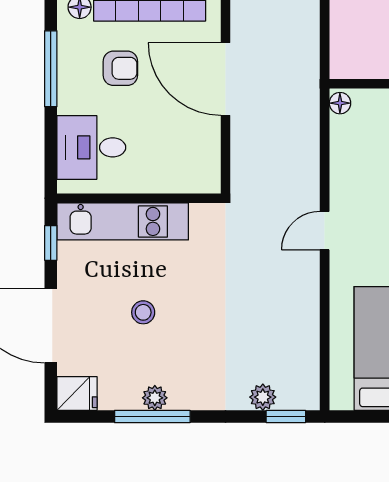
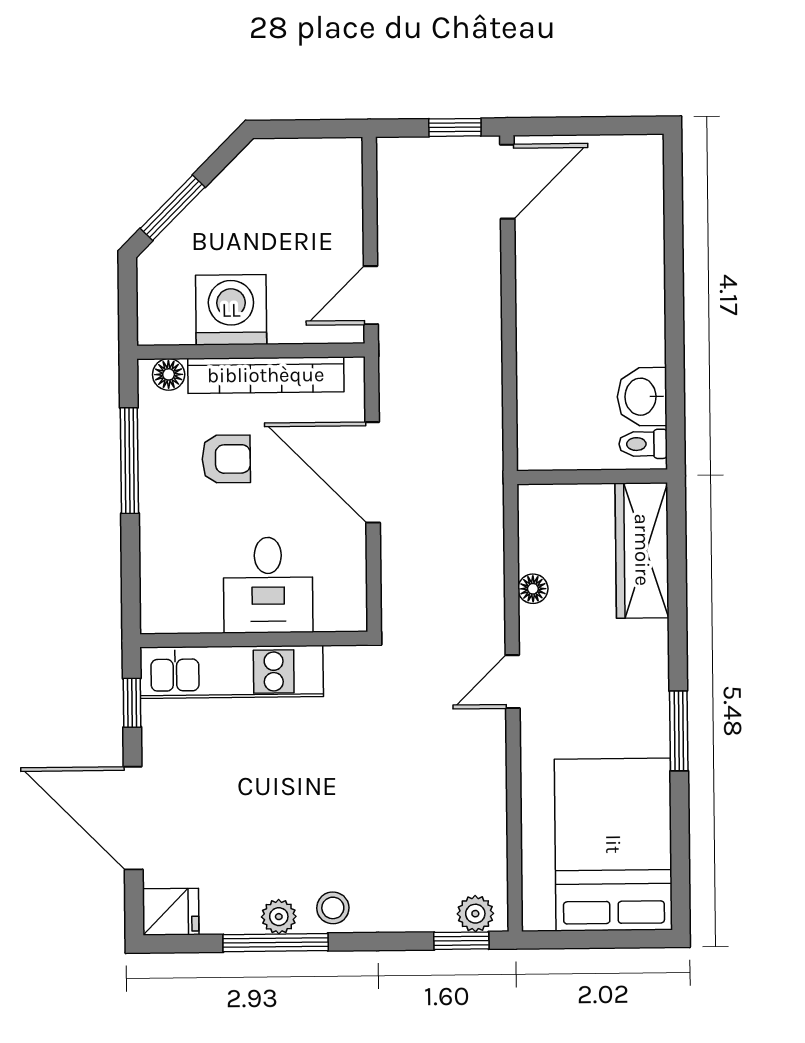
floor lamp: (340, 103) -> (533, 589), moved
desk: (91, 147) -> (268, 585), moved, turned -90
stool: (143, 312) -> (333, 908), moved
plant: (263, 397) -> (475, 914), moved

